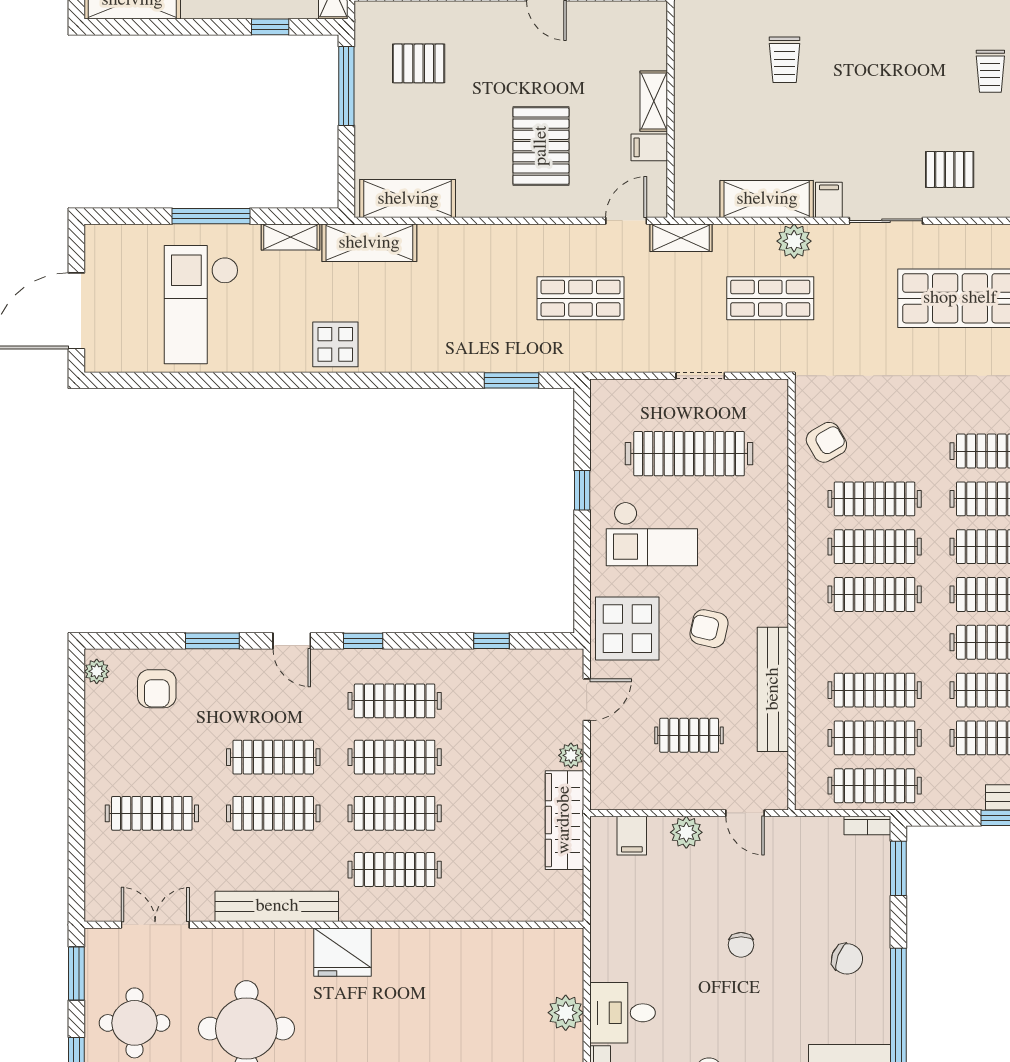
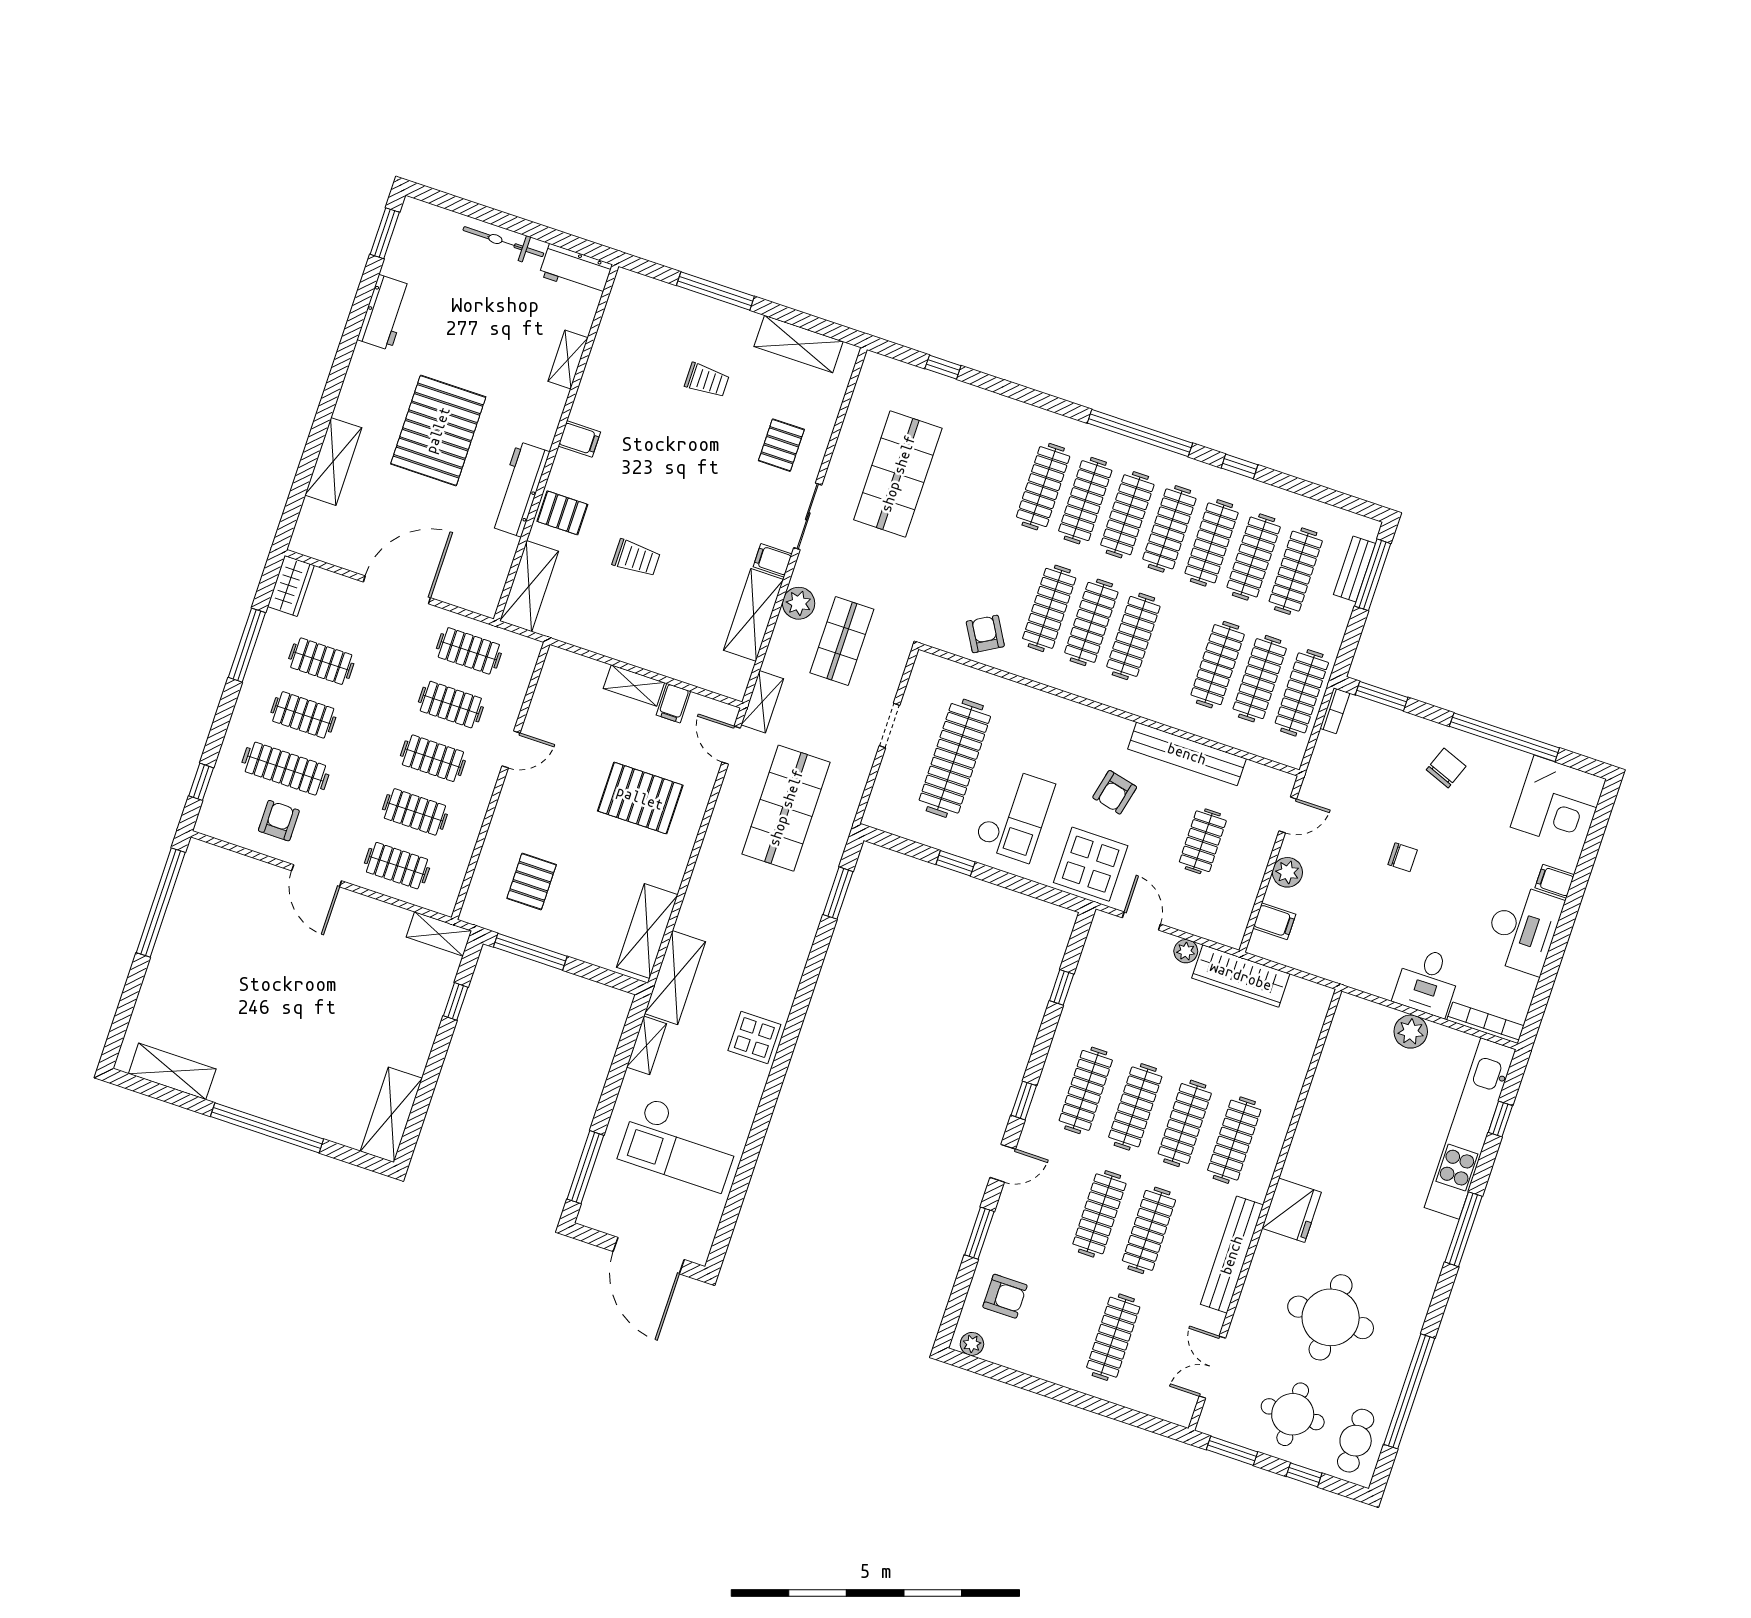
window: (211, 216) -> (585, 1167), moved
shop shelf: (581, 298) -> (786, 808), width x1.43, depth x1.36

